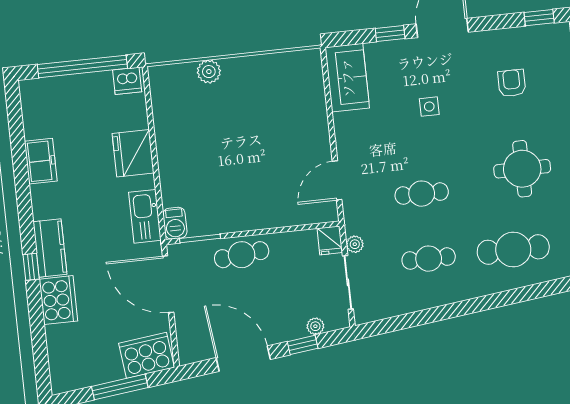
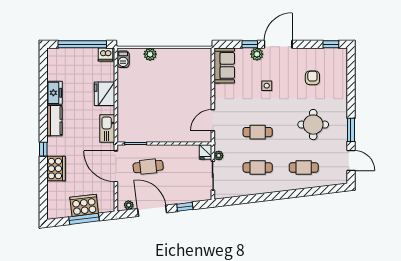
plant: (405, 50) -> (257, 54), added
barbecue: (175, 223) -> (123, 59), moved
kitchen counter: (50, 248) -> (54, 121), moved
cafe table: (513, 250) -> (304, 168), width x0.73, depth x0.74
cafe table: (242, 255) -> (148, 167), moved
plant: (315, 326) -> (129, 205), moved
cooker: (146, 355) -> (84, 205), moved

